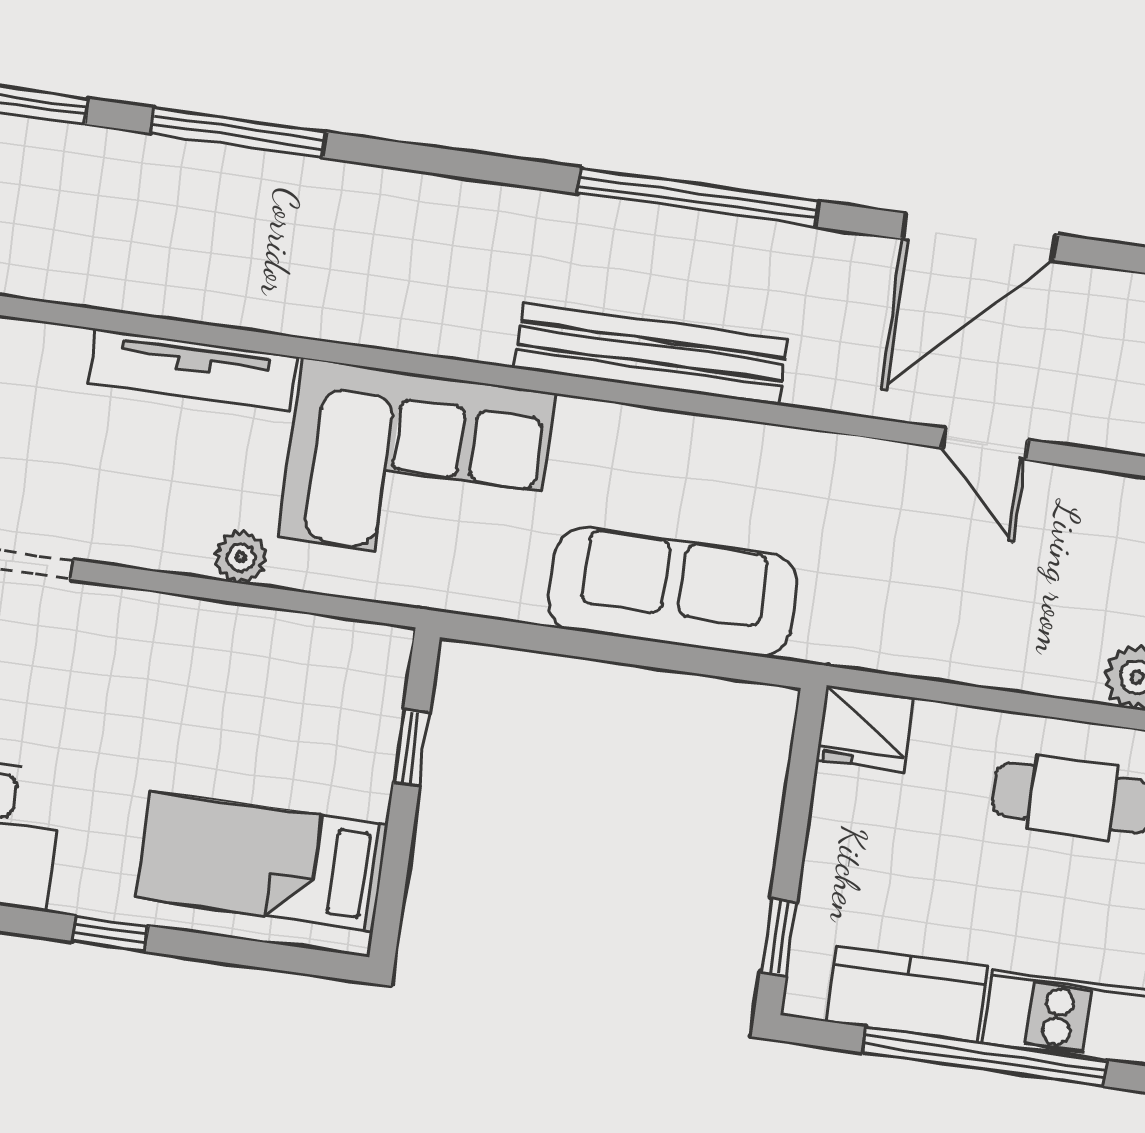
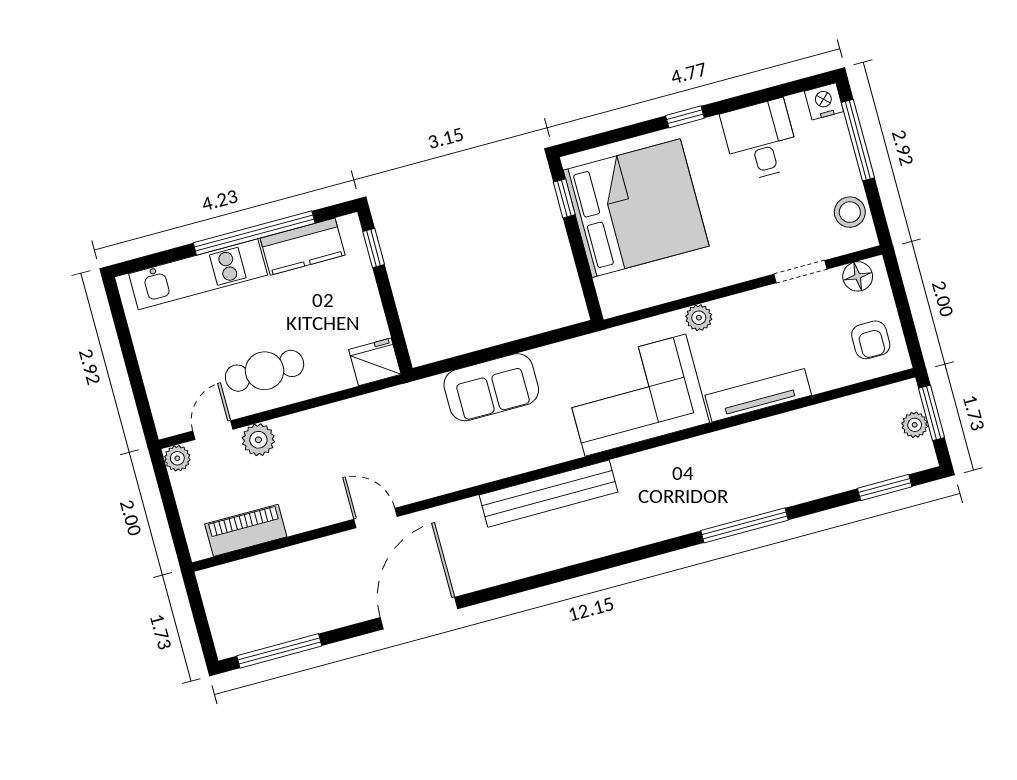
window: (238, 133) -> (744, 525), moved
window: (698, 197) -> (557, 576), removed
sofa: (673, 592) -> (491, 387), width x0.73
window: (411, 748) -> (564, 198), moved
bed: (262, 861) -> (636, 208), width x2.04

